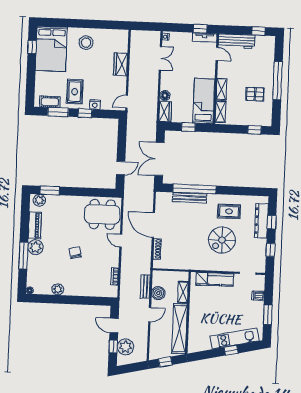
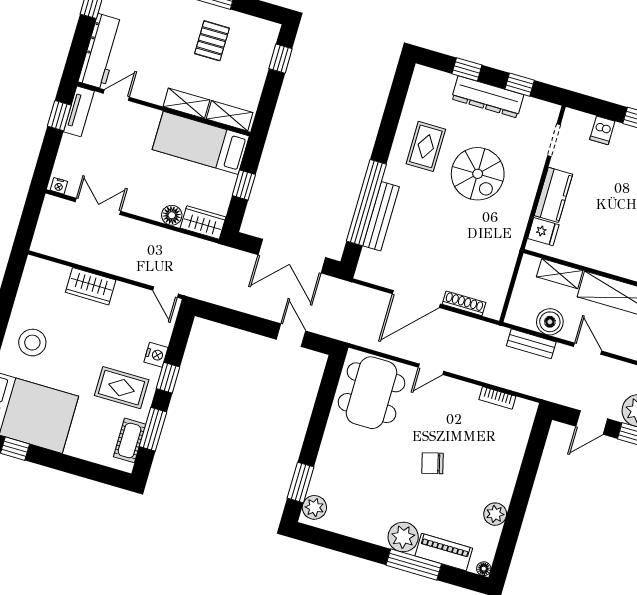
dresser: (261, 221) -> (488, 97), moved
piano: (35, 225) -> (444, 552), moved

